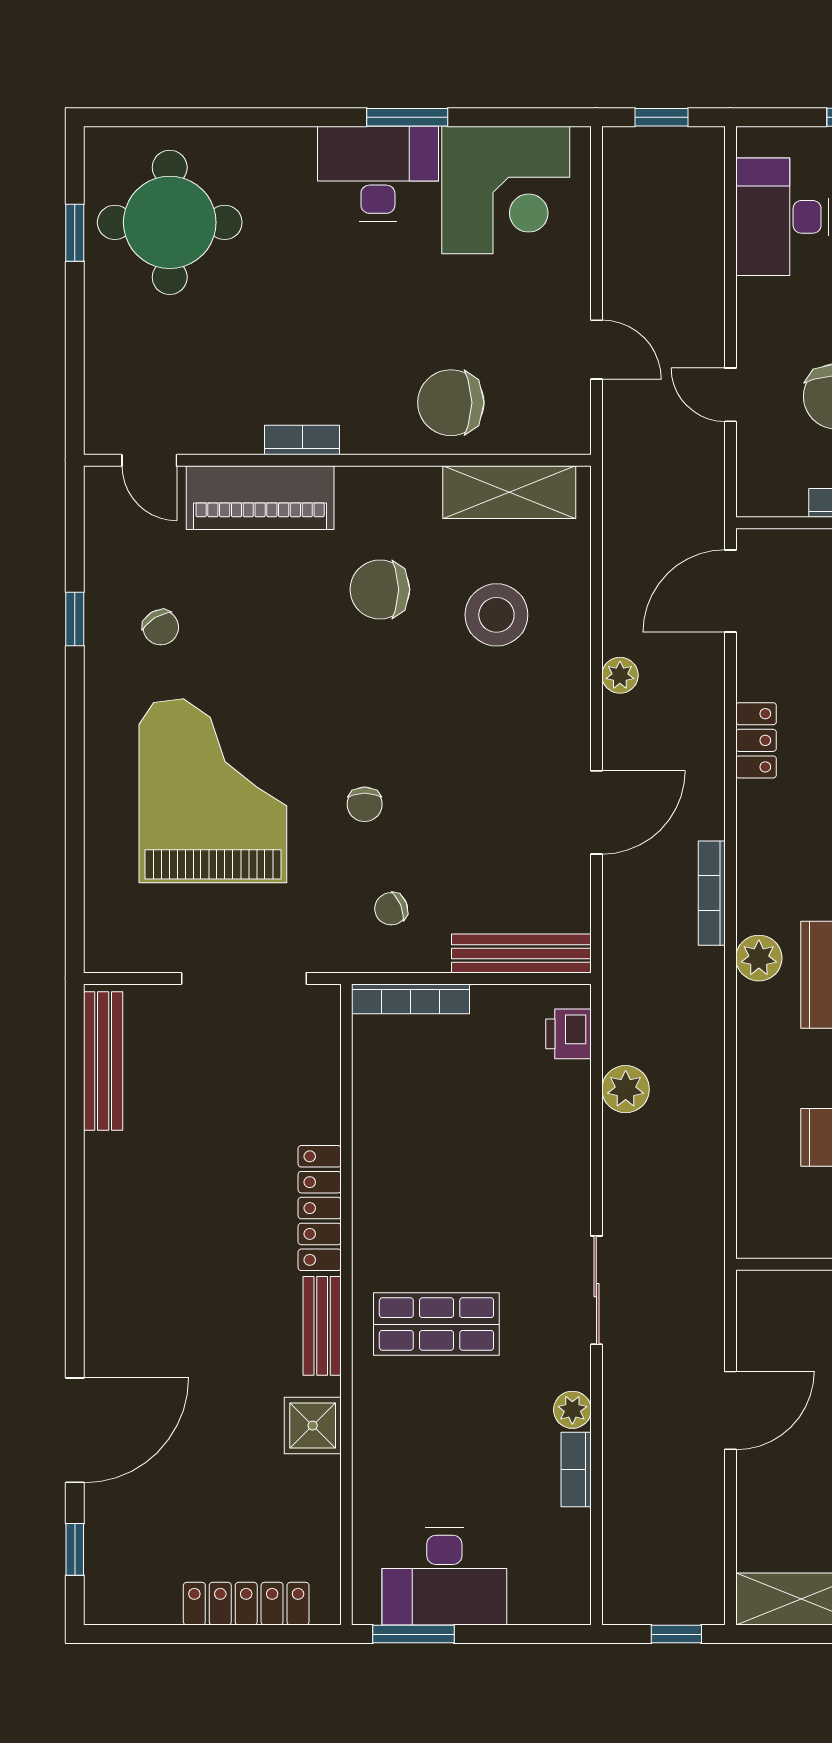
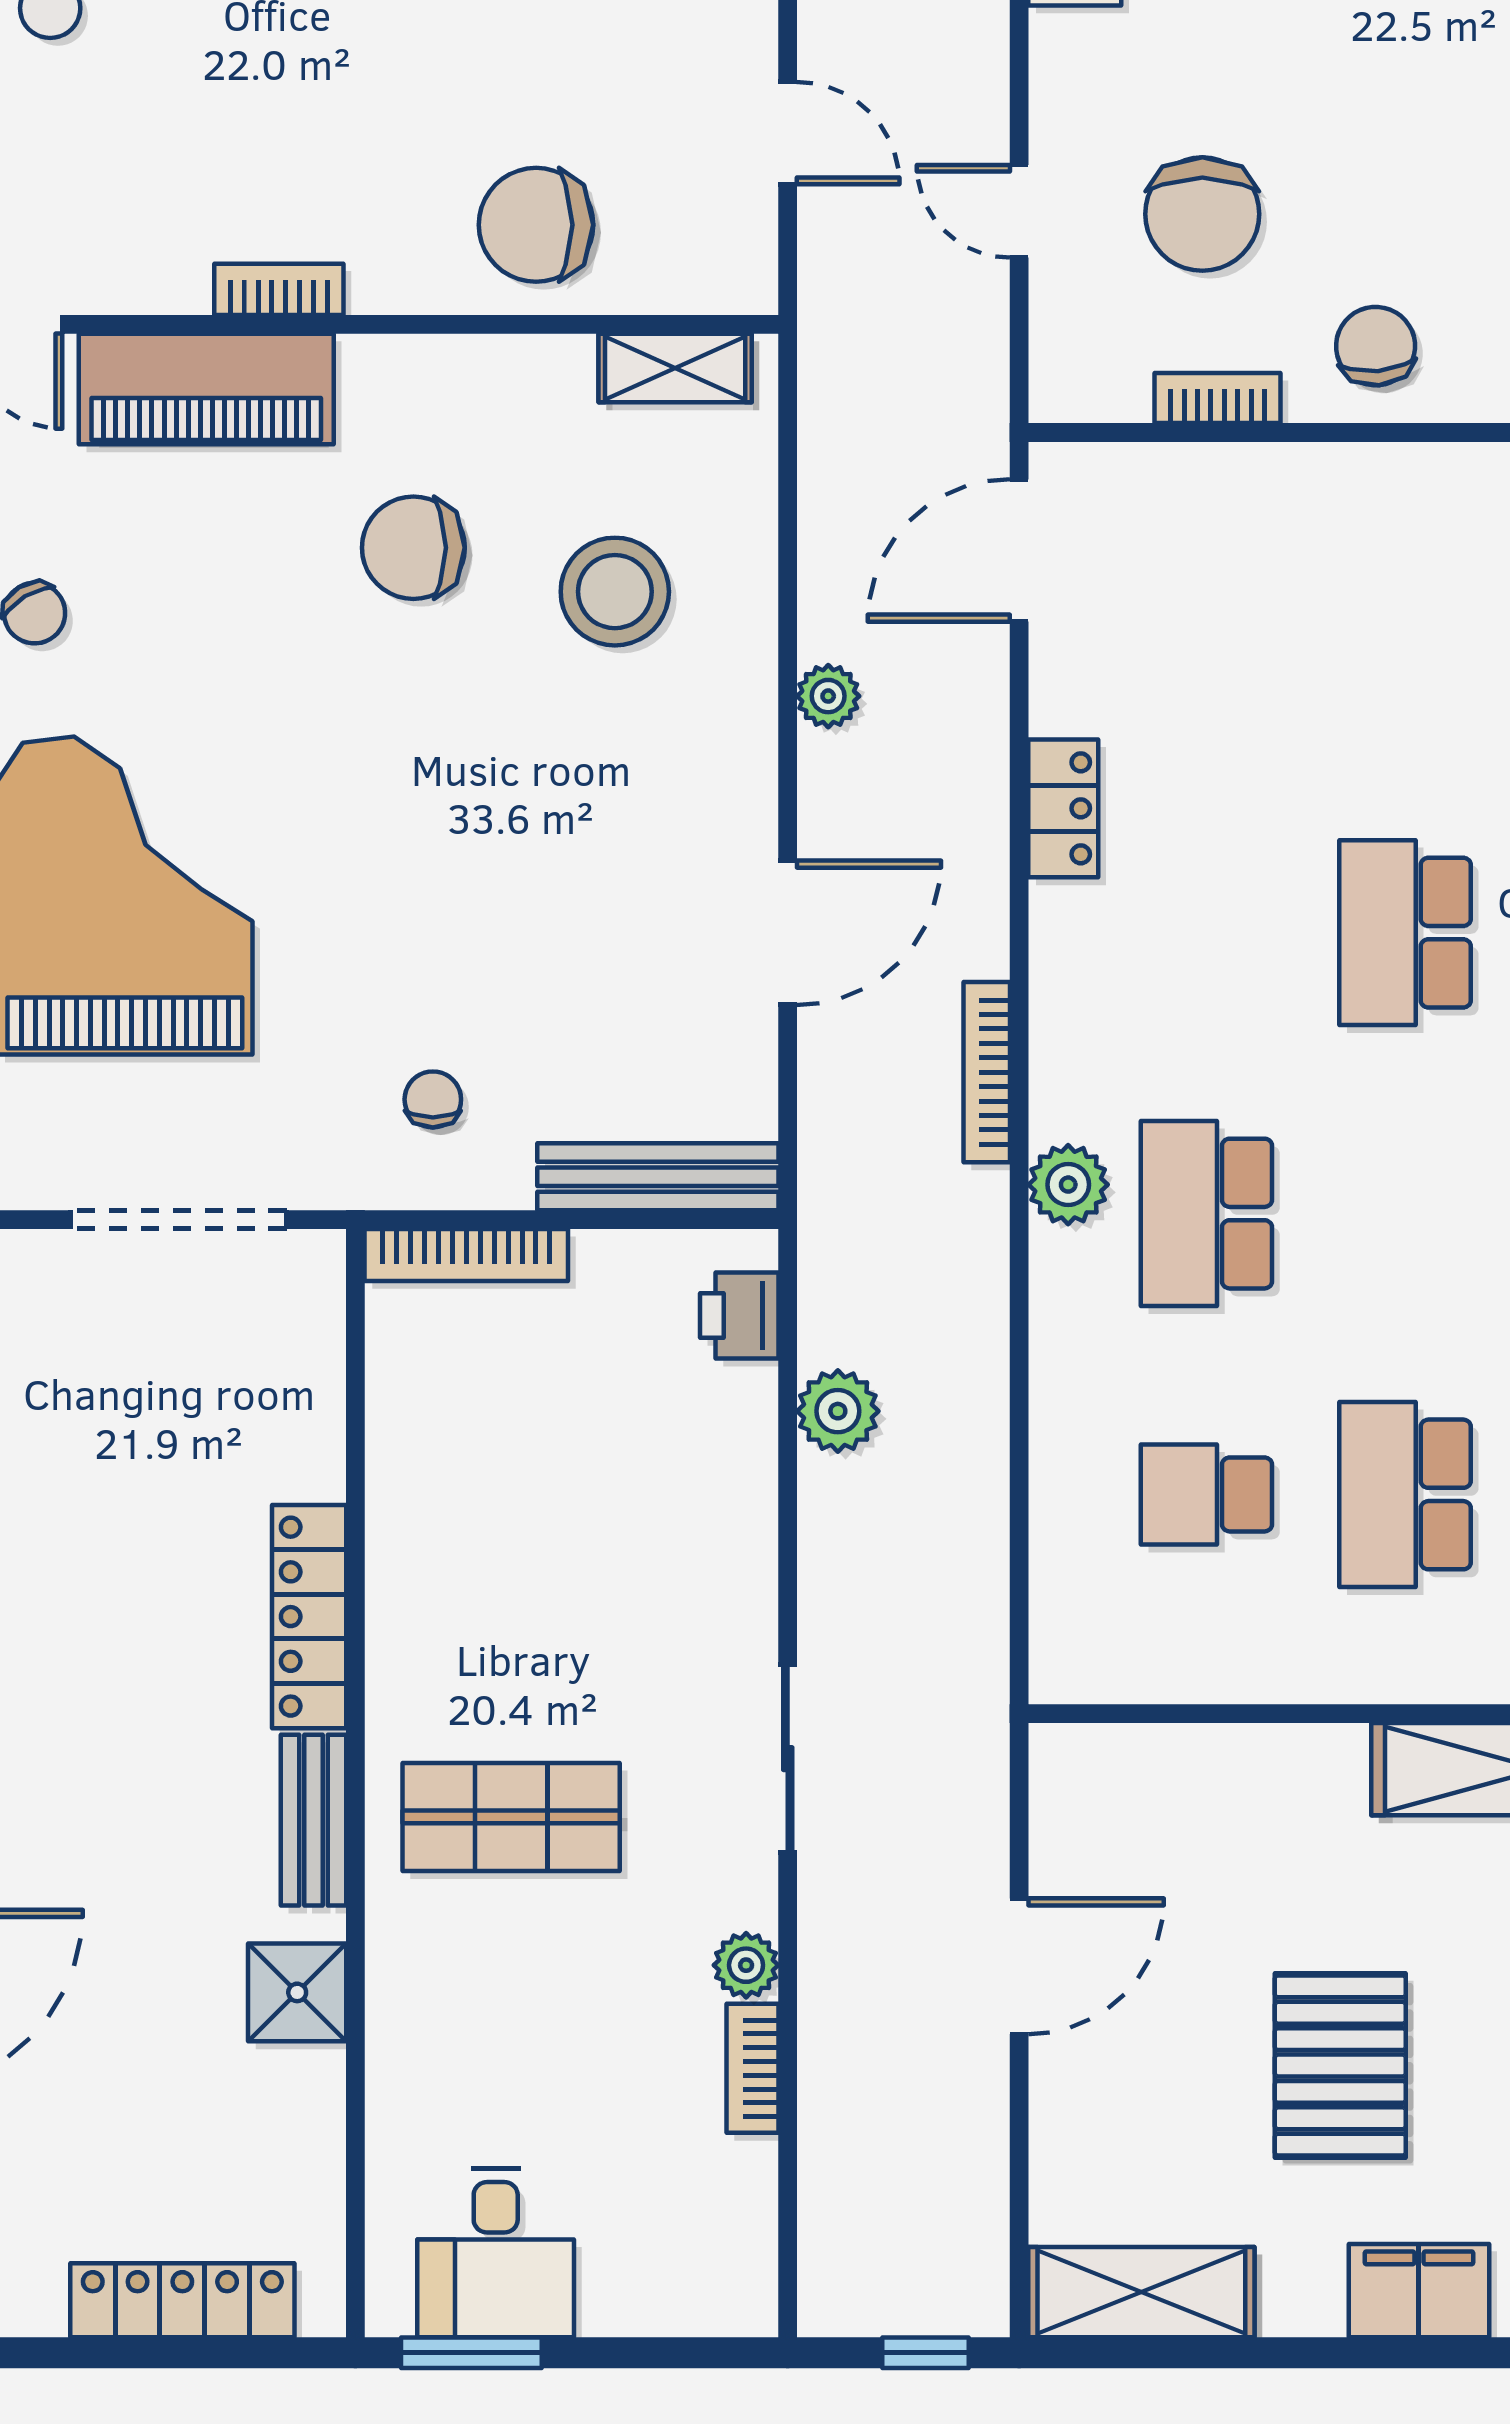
shelving: (509, 492) -> (675, 368), width x0.67, depth x0.75
chair: (365, 804) -> (387, 919), removed
chair: (391, 909) -> (433, 1099), turned 112
desk: (444, 1576) -> (496, 2253), width x0.73

